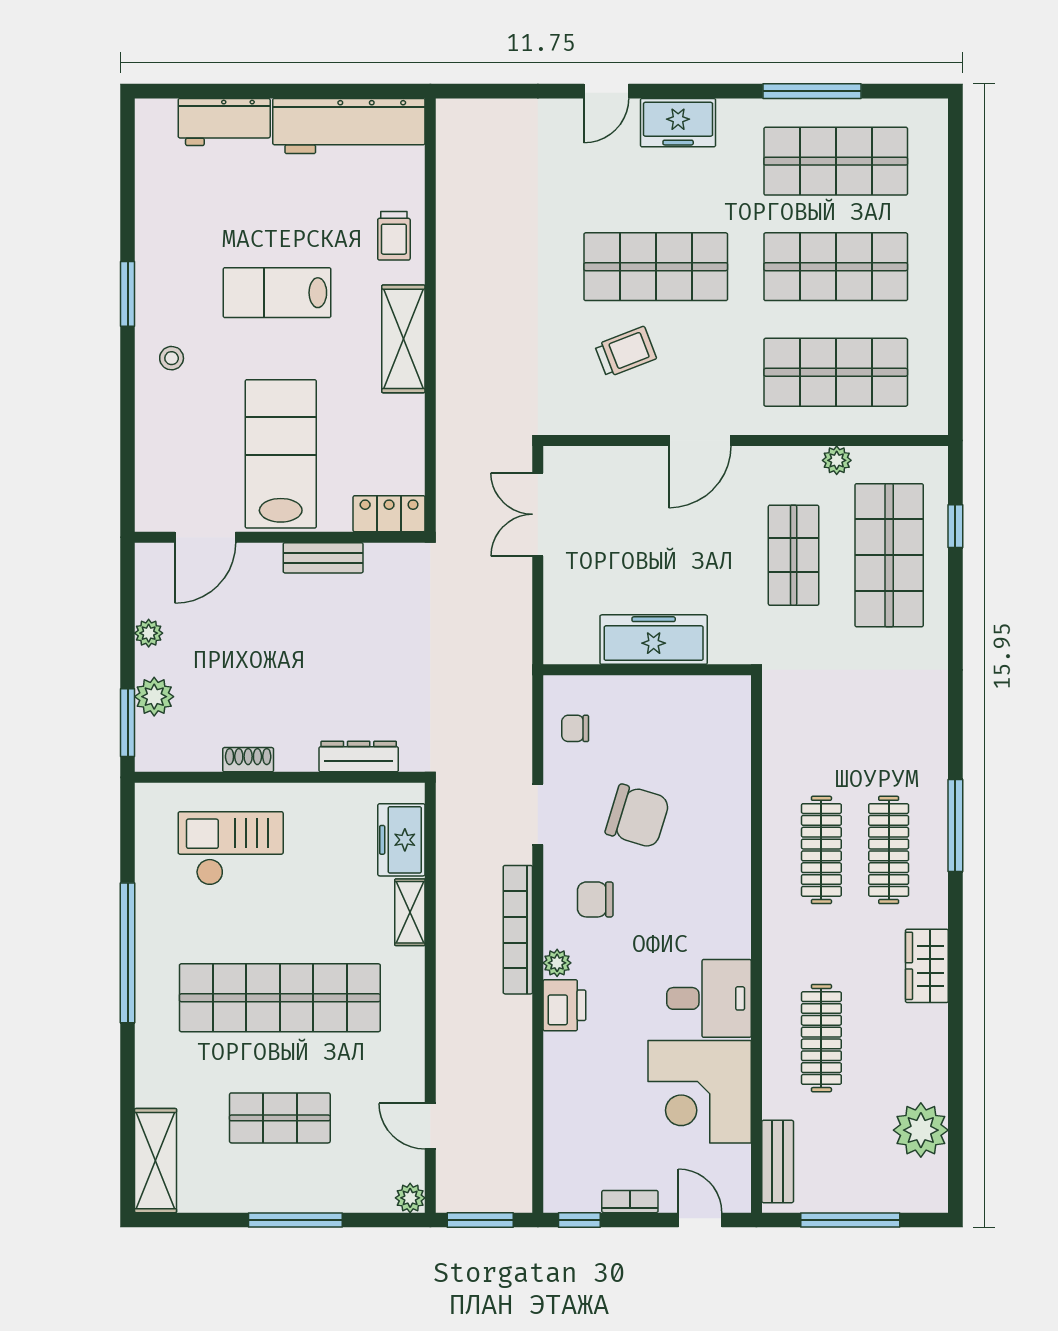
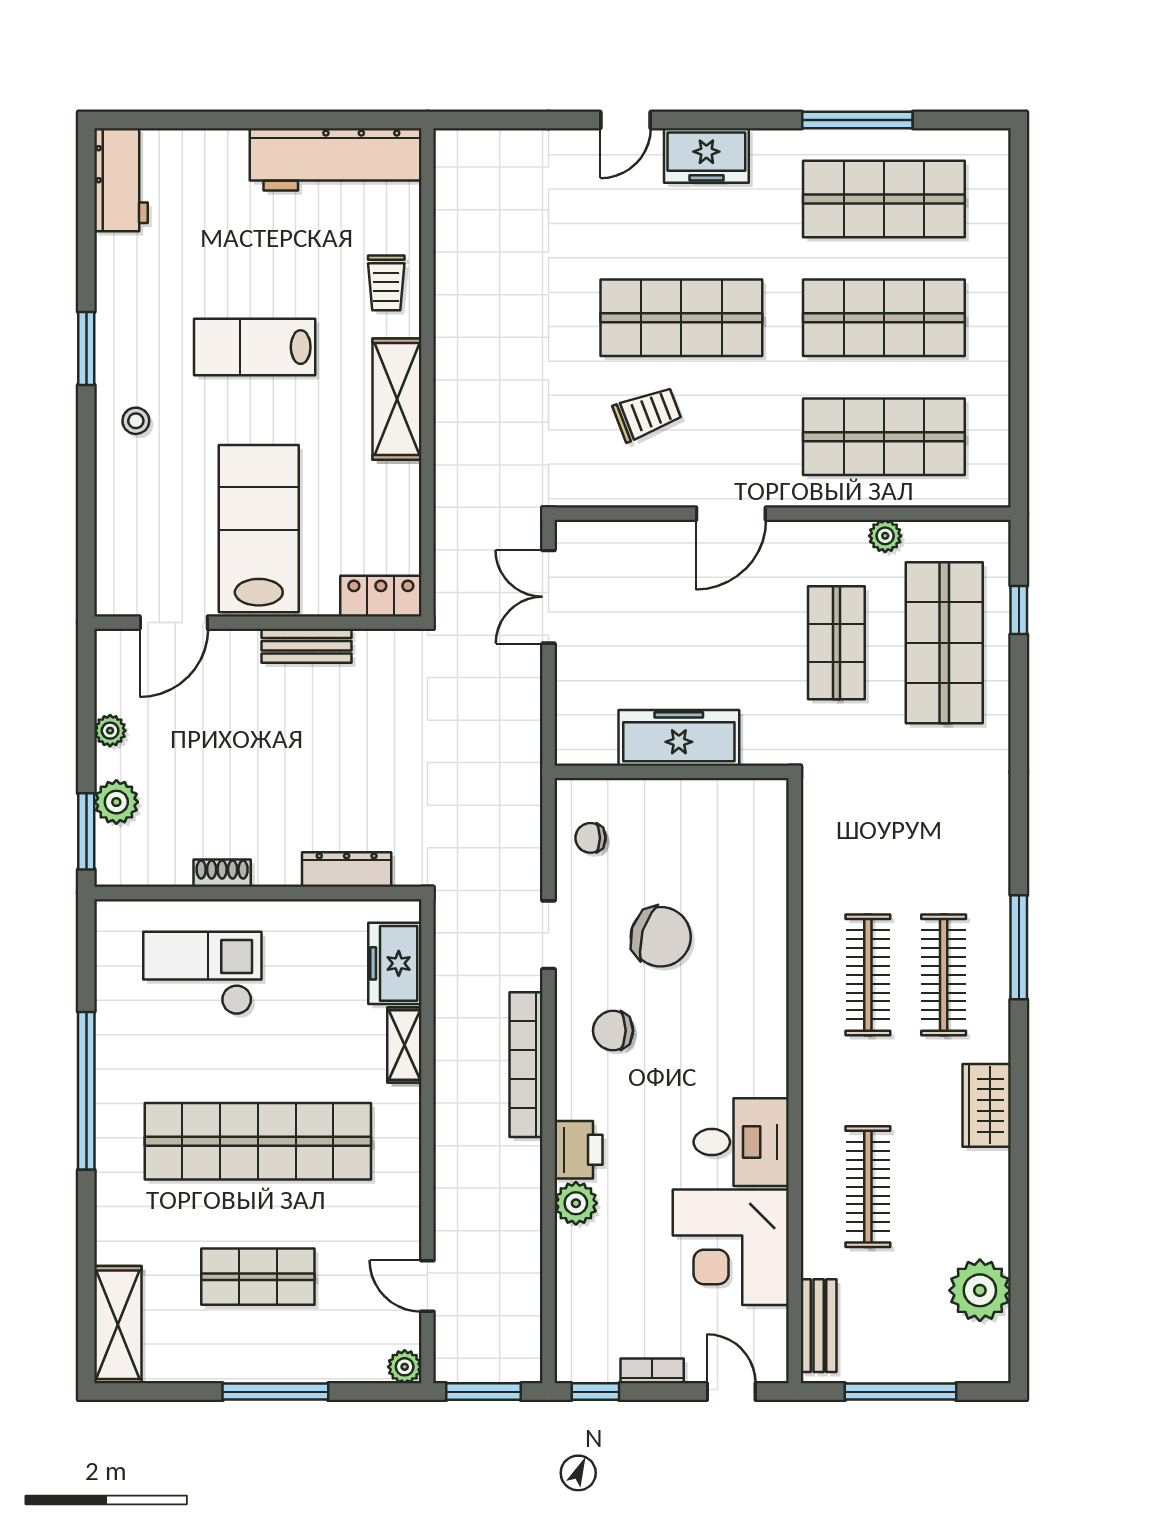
workbench: (224, 122) -> (121, 180), moved, turned -90
plant: (557, 963) -> (576, 1203), moved, width x1.38, depth x1.38

